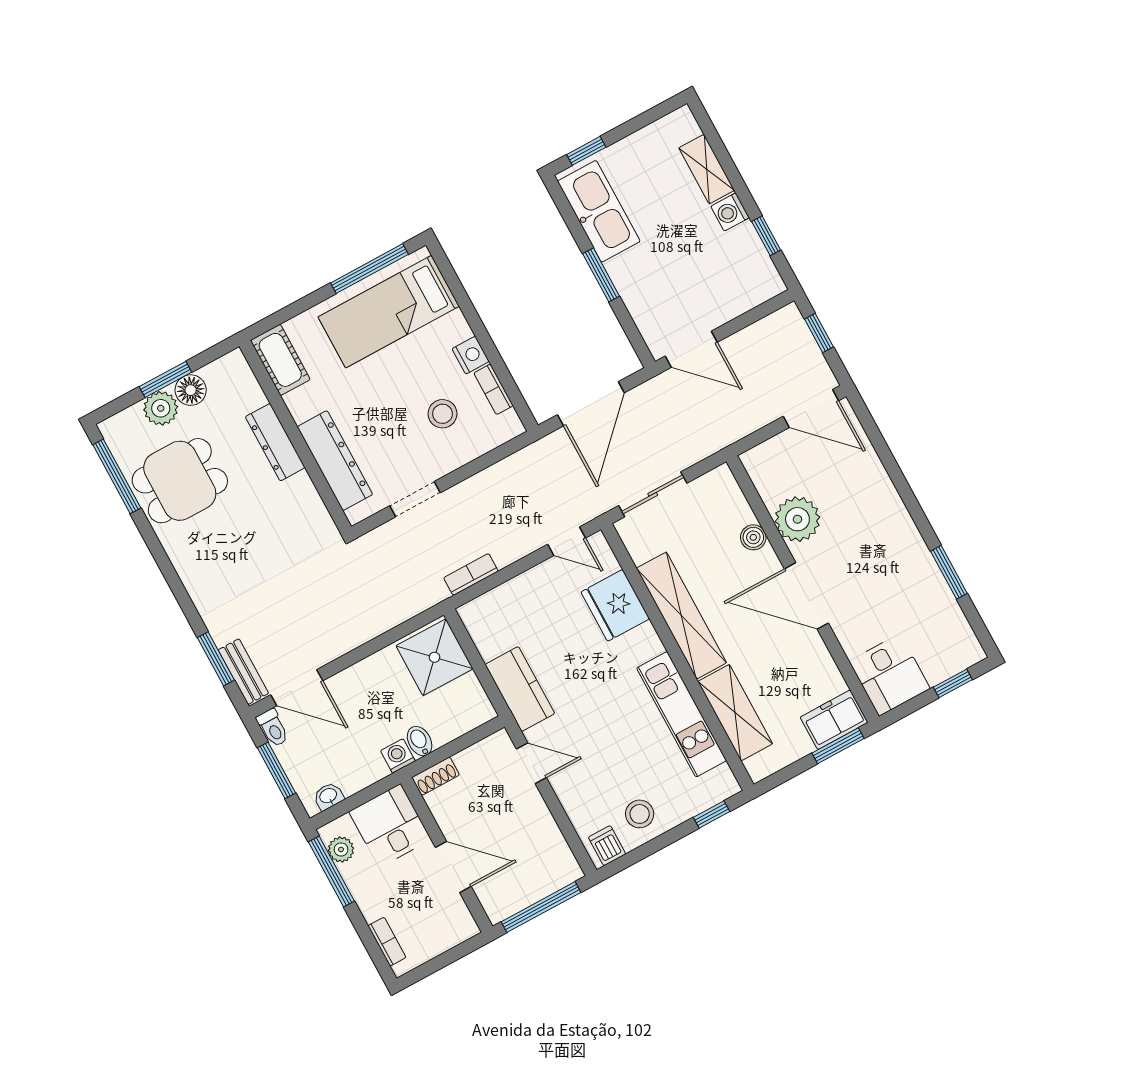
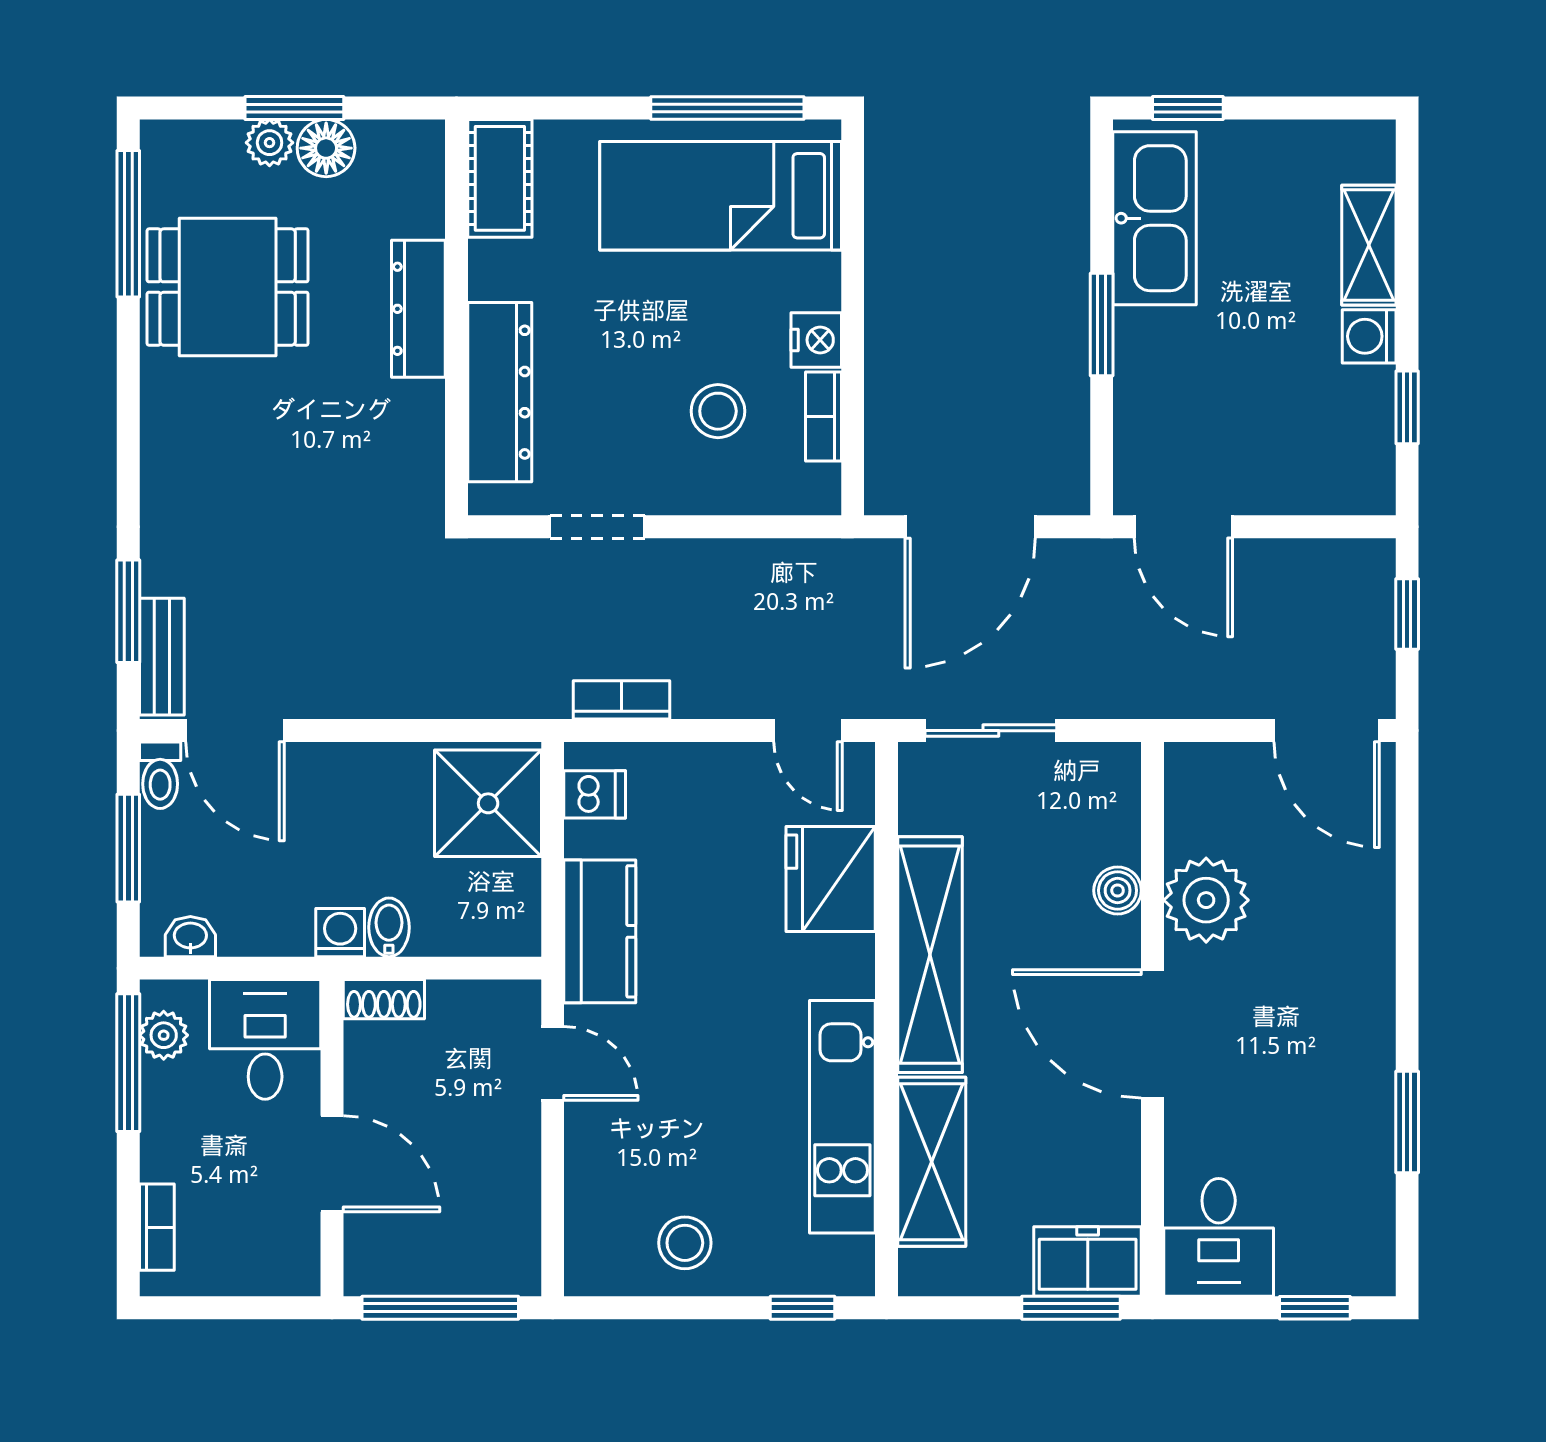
plant: (161, 408) -> (270, 143), width x0.73, depth x0.73
dishwasher: (607, 846) -> (595, 794), moved, turned 90

